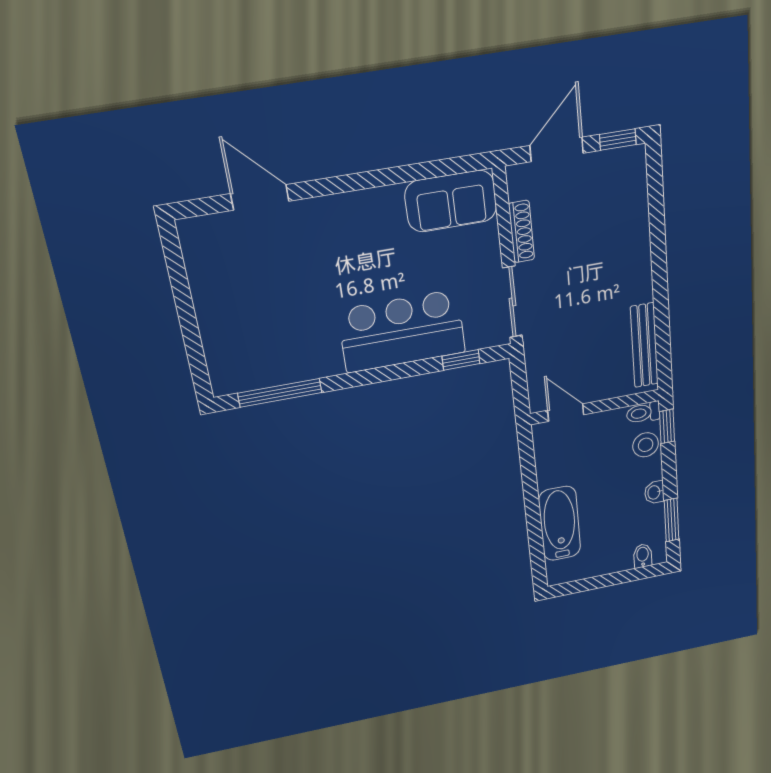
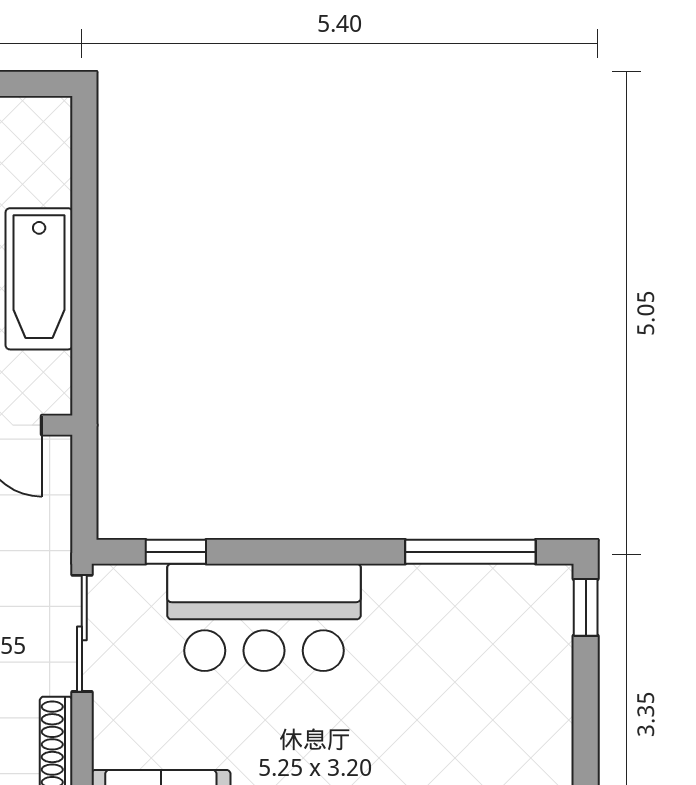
window: (200, 373) -> (586, 607), added
bathtub: (560, 524) -> (39, 279), moved

